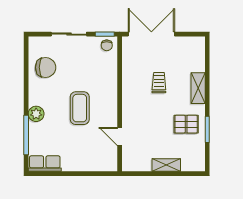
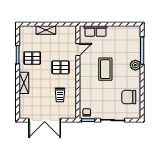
double door: (151, 34) -> (45, 120), moved
trolley: (159, 83) -> (60, 95), moved
pallet: (145, 111) -> (60, 67), added
door: (120, 136) -> (78, 50), hinge flipped
row of seats: (45, 164) -> (95, 31), moved

